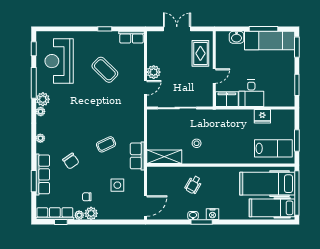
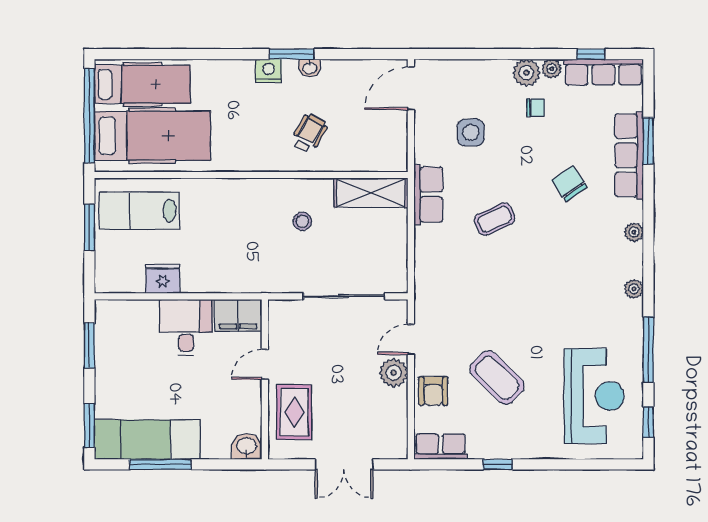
washbasin: (237, 37) -> (247, 447), moved
armchair: (135, 63) -> (433, 391), added
plant: (43, 99) -> (629, 315), removed

